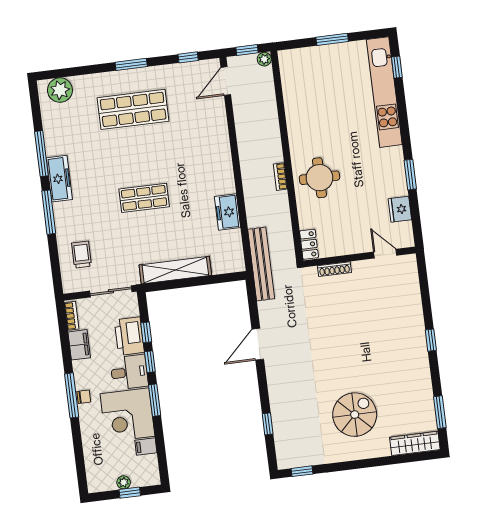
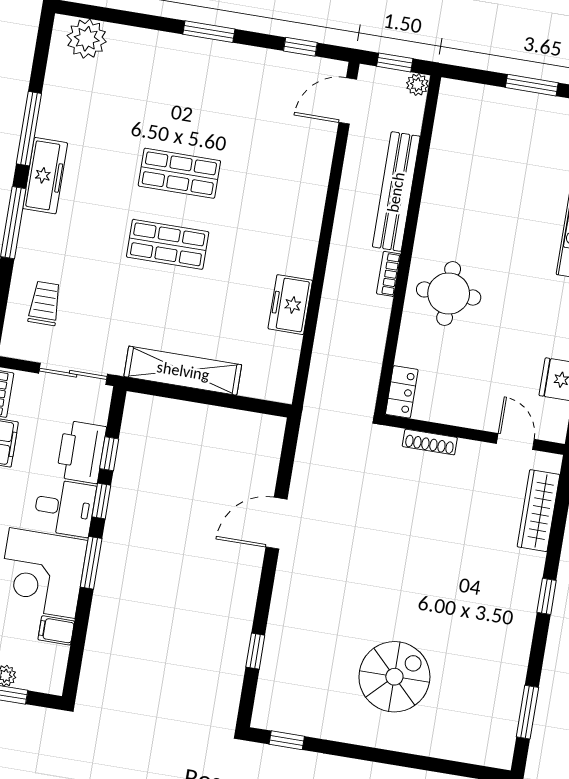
shop shelf: (133, 109) -> (179, 173), moved, width x0.70, depth x0.74
bench: (261, 264) -> (396, 192), moved
wardrobe: (415, 443) -> (538, 511), moved, turned -90

